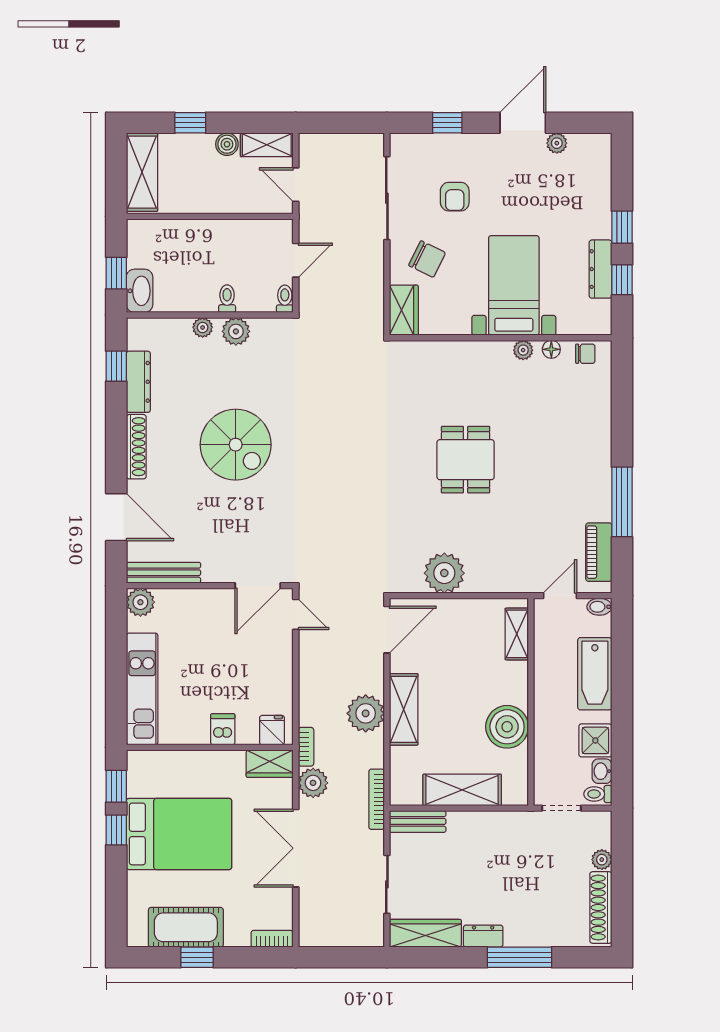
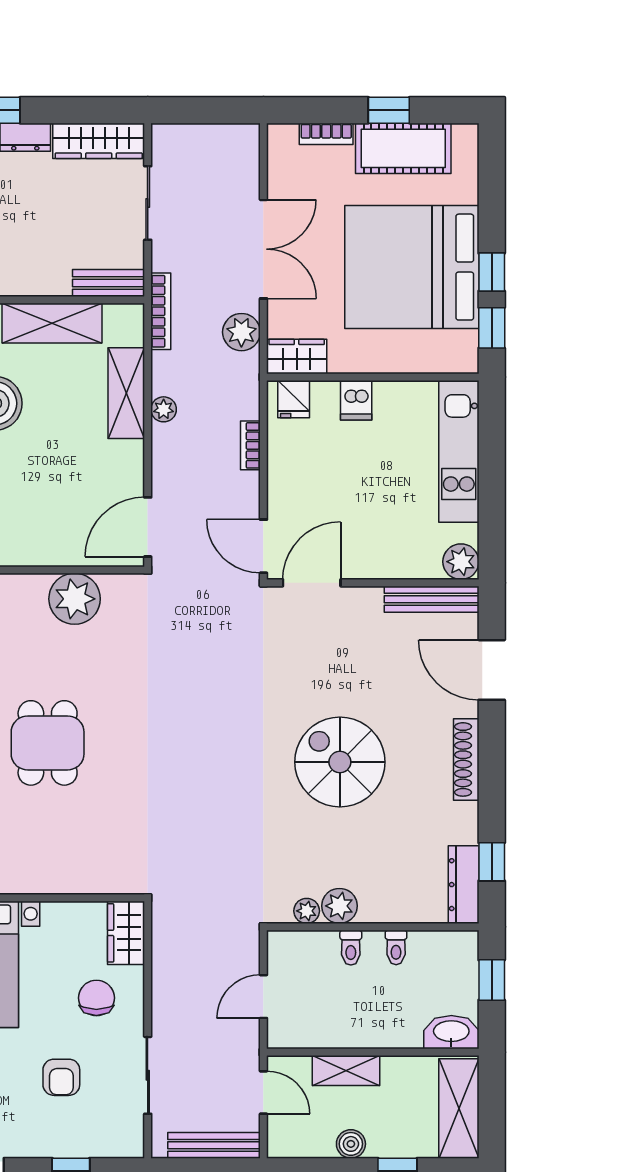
bench: (335, 143) -> (214, 1145), added
shelving: (267, 145) -> (346, 1071), moved
armchair: (455, 197) -> (61, 1077), turned 180
sliding door: (387, 198) -> (148, 1075), width x0.73
chair: (427, 259) -> (96, 998), turned 64
washbasin: (140, 291) -> (451, 1032), moved, turned 90
toilet: (285, 299) -> (396, 947), moved
plant: (203, 327) -> (307, 911), moved
dresser: (138, 382) -> (464, 885), moved
door: (296, 614) -> (263, 546), width x1.38
shelving: (404, 709) -> (126, 393), moved
plant: (366, 713) -> (164, 409), width x0.53, depth x0.53
bookcase: (306, 747) -> (250, 445), moved
bed: (179, 834) -> (412, 267), width x1.36
bookcase: (272, 939) -> (326, 134), moved

